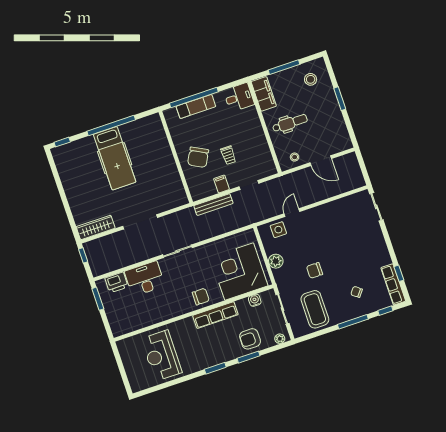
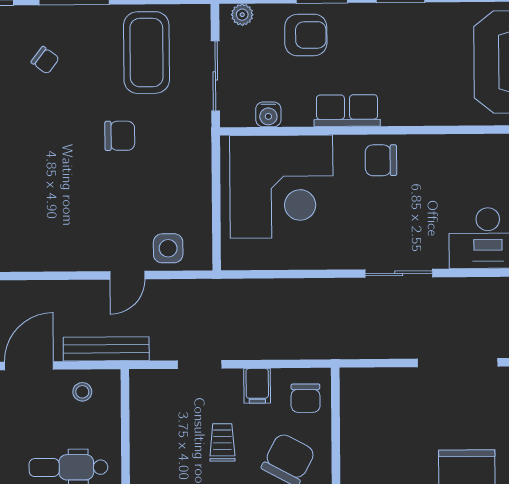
door: (321, 161) -> (29, 366), hinge flipped
chair: (199, 186) -> (306, 398), added
bench: (213, 205) -> (106, 349), moved
plant: (276, 261) -> (196, 183), removed
row of seats: (215, 315) -> (347, 111), width x0.68

